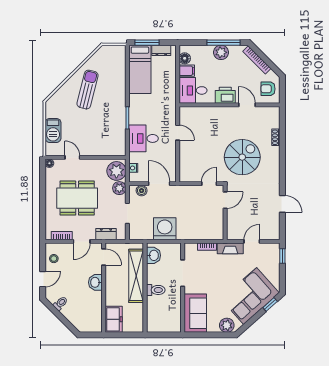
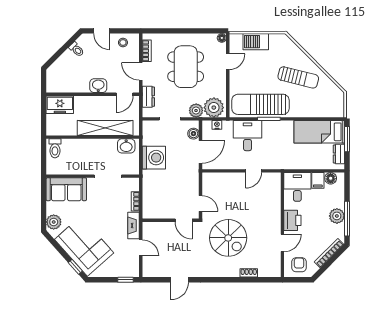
sun lounger: (113, 126) -> (260, 104), added
toilet: (156, 290) -> (55, 148), moved

